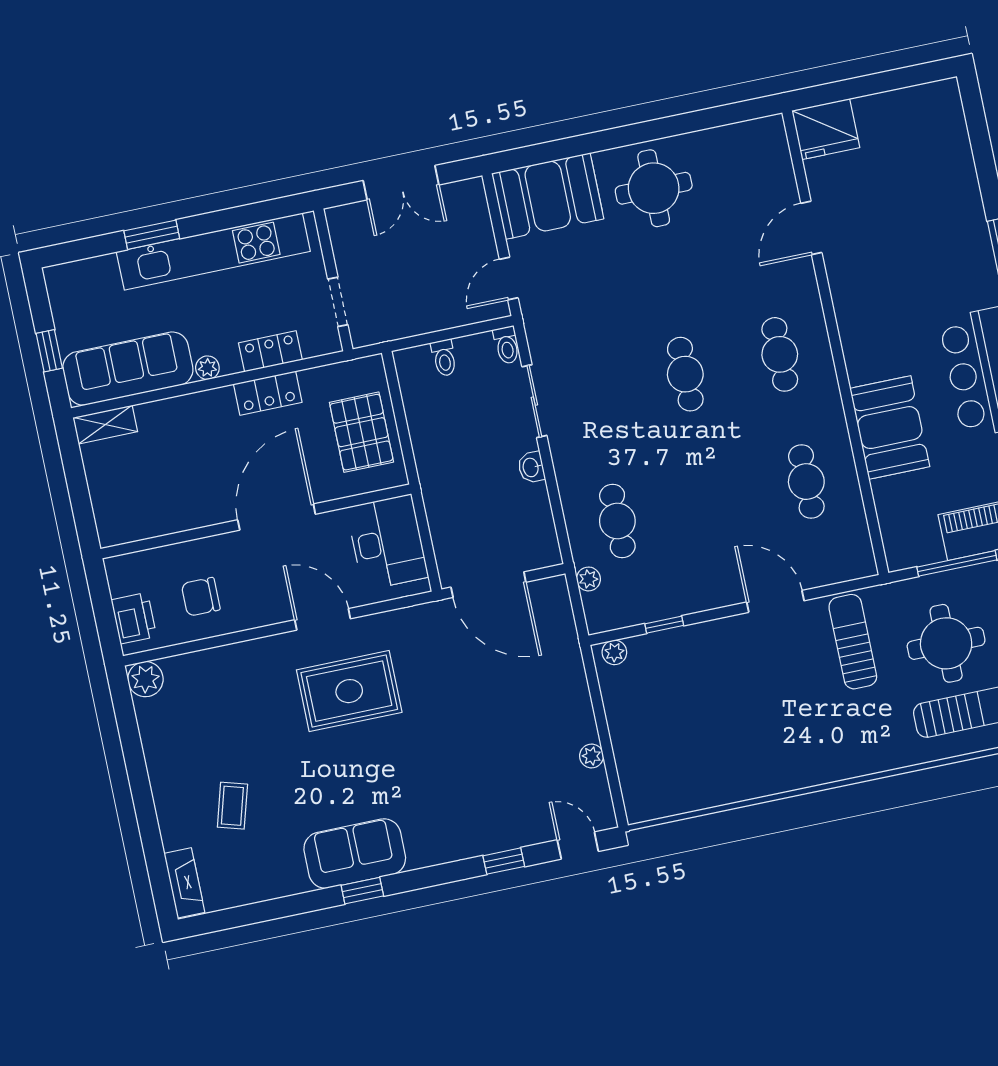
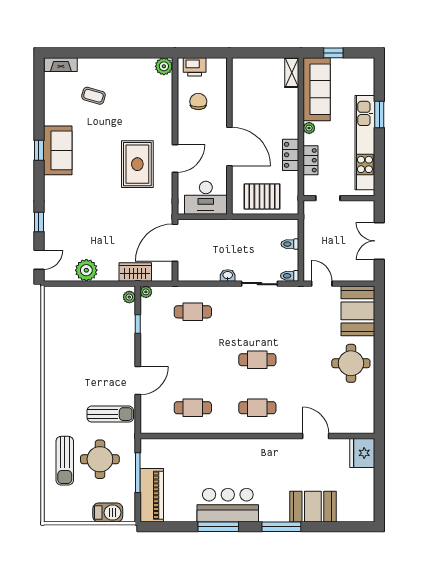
booth: (890, 428) -> (313, 507), moved
plant: (588, 579) -> (146, 292), moved
wardrobe: (562, 651) -> (135, 272), added
plant: (592, 756) -> (86, 270), width x1.87, depth x1.87

